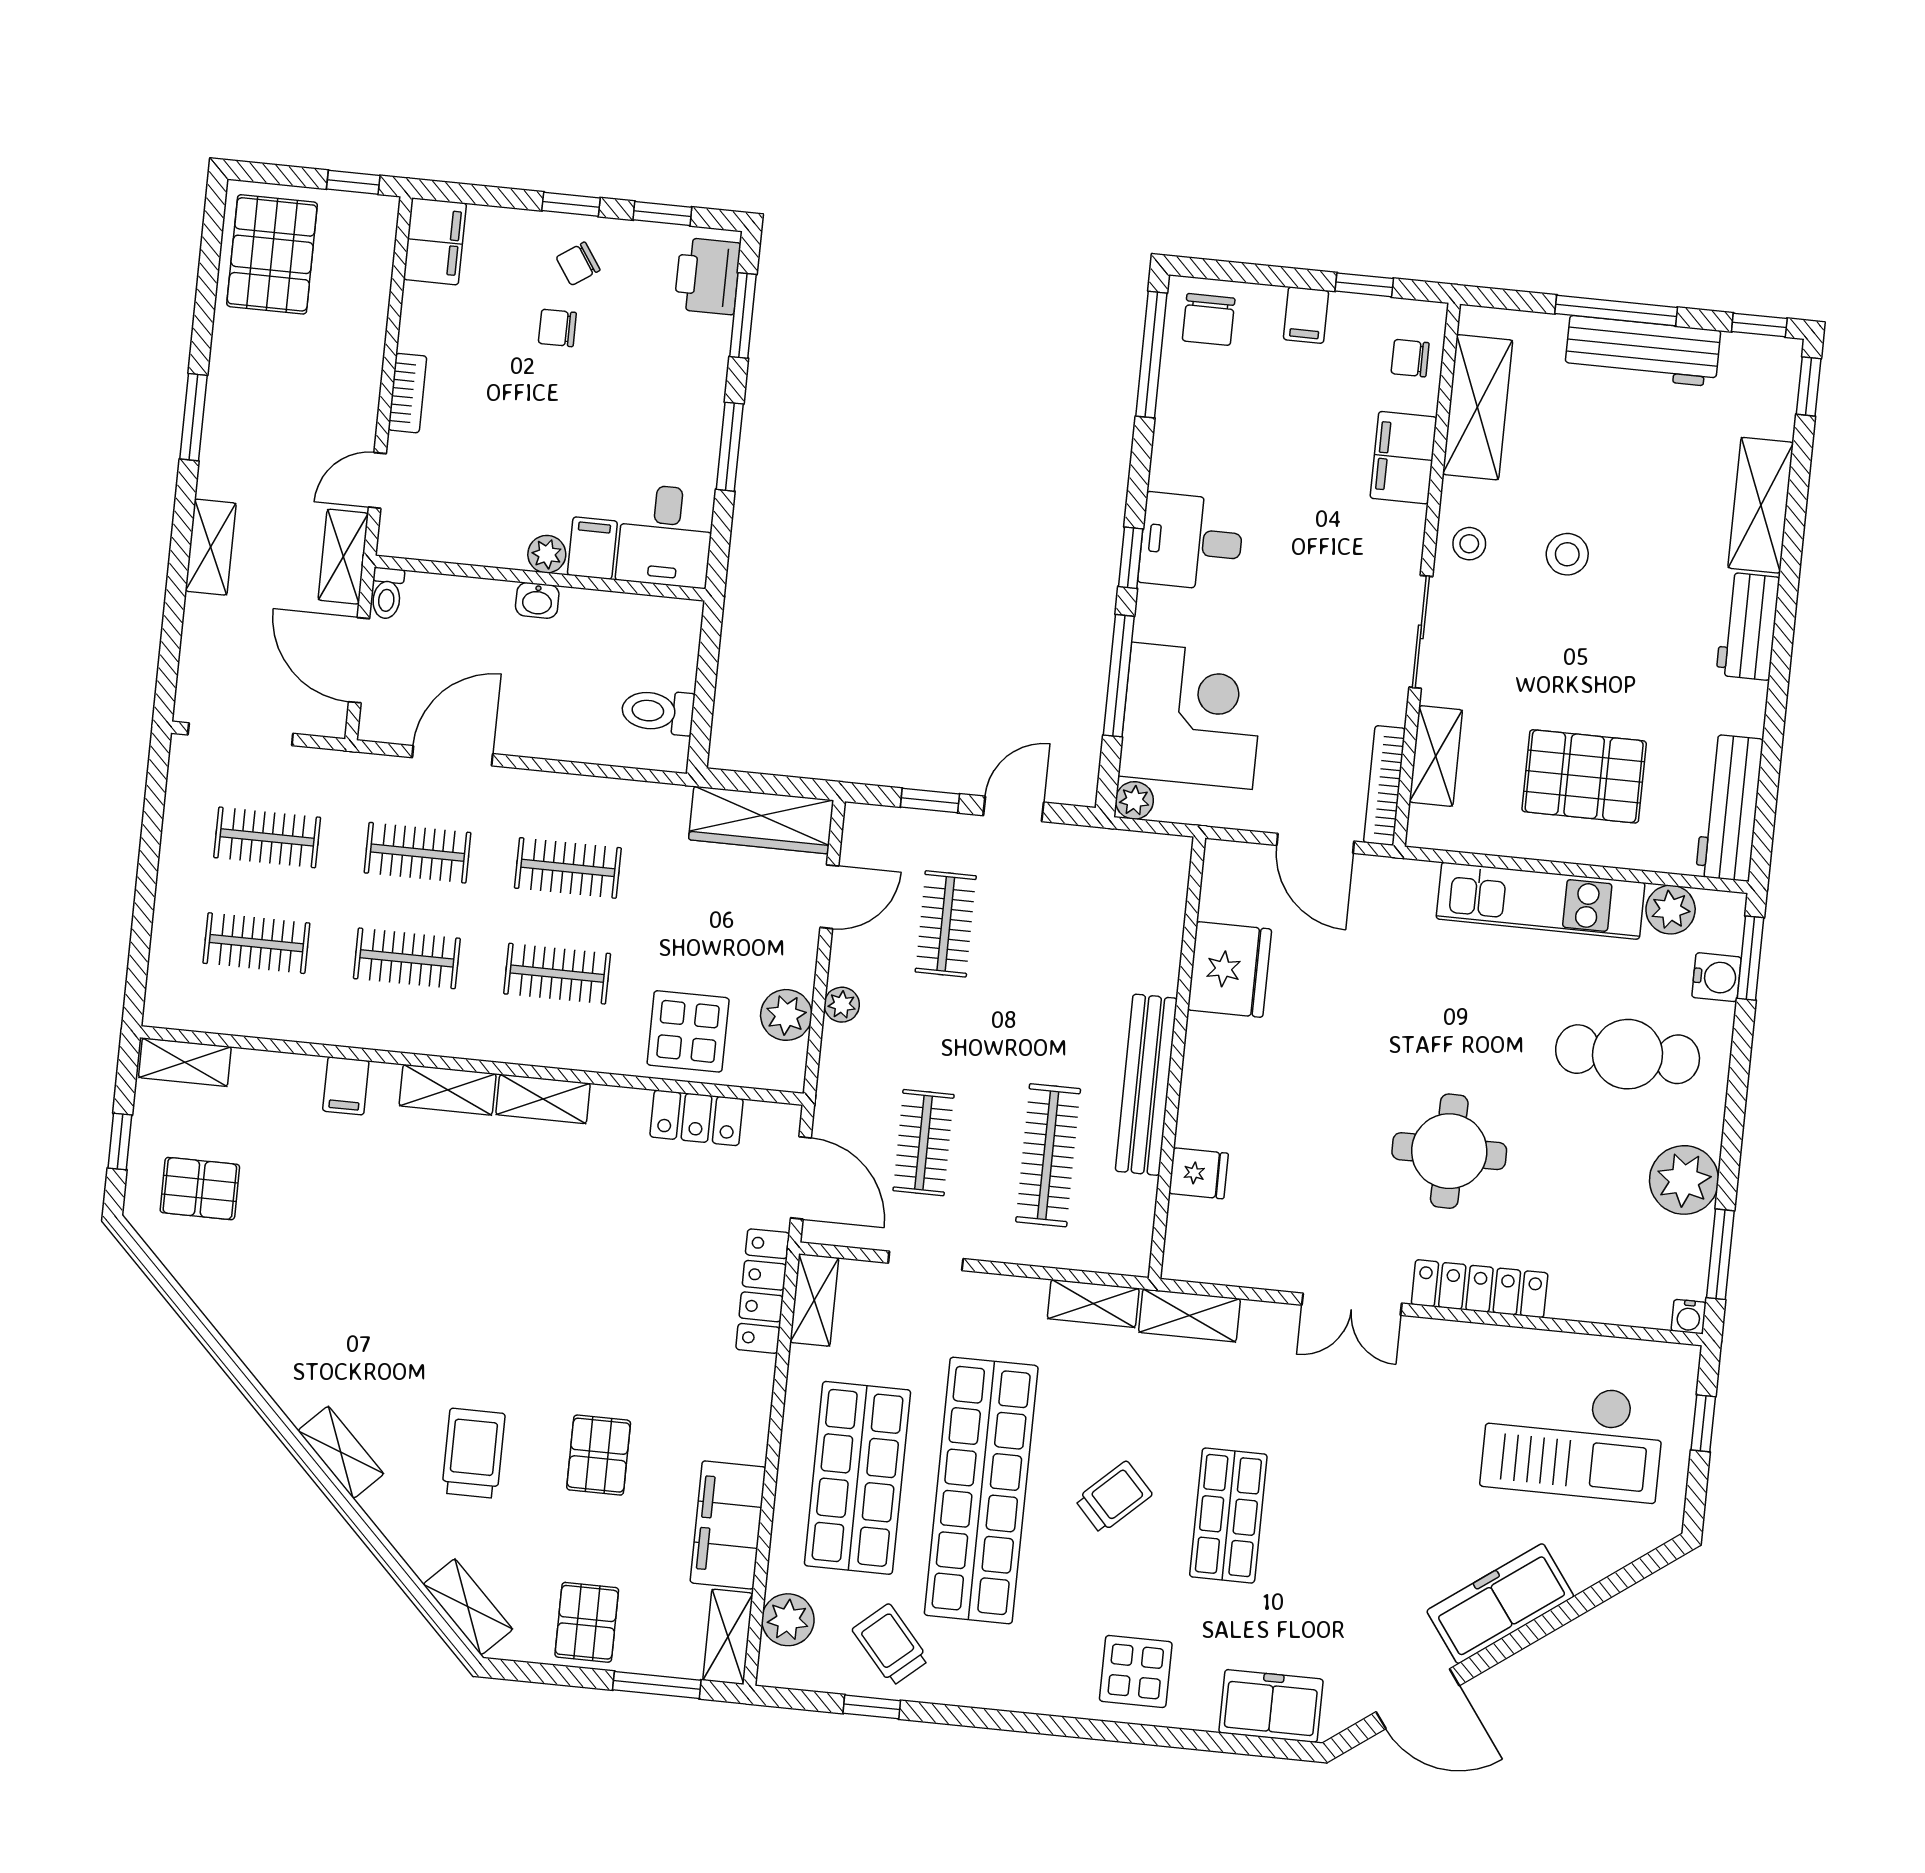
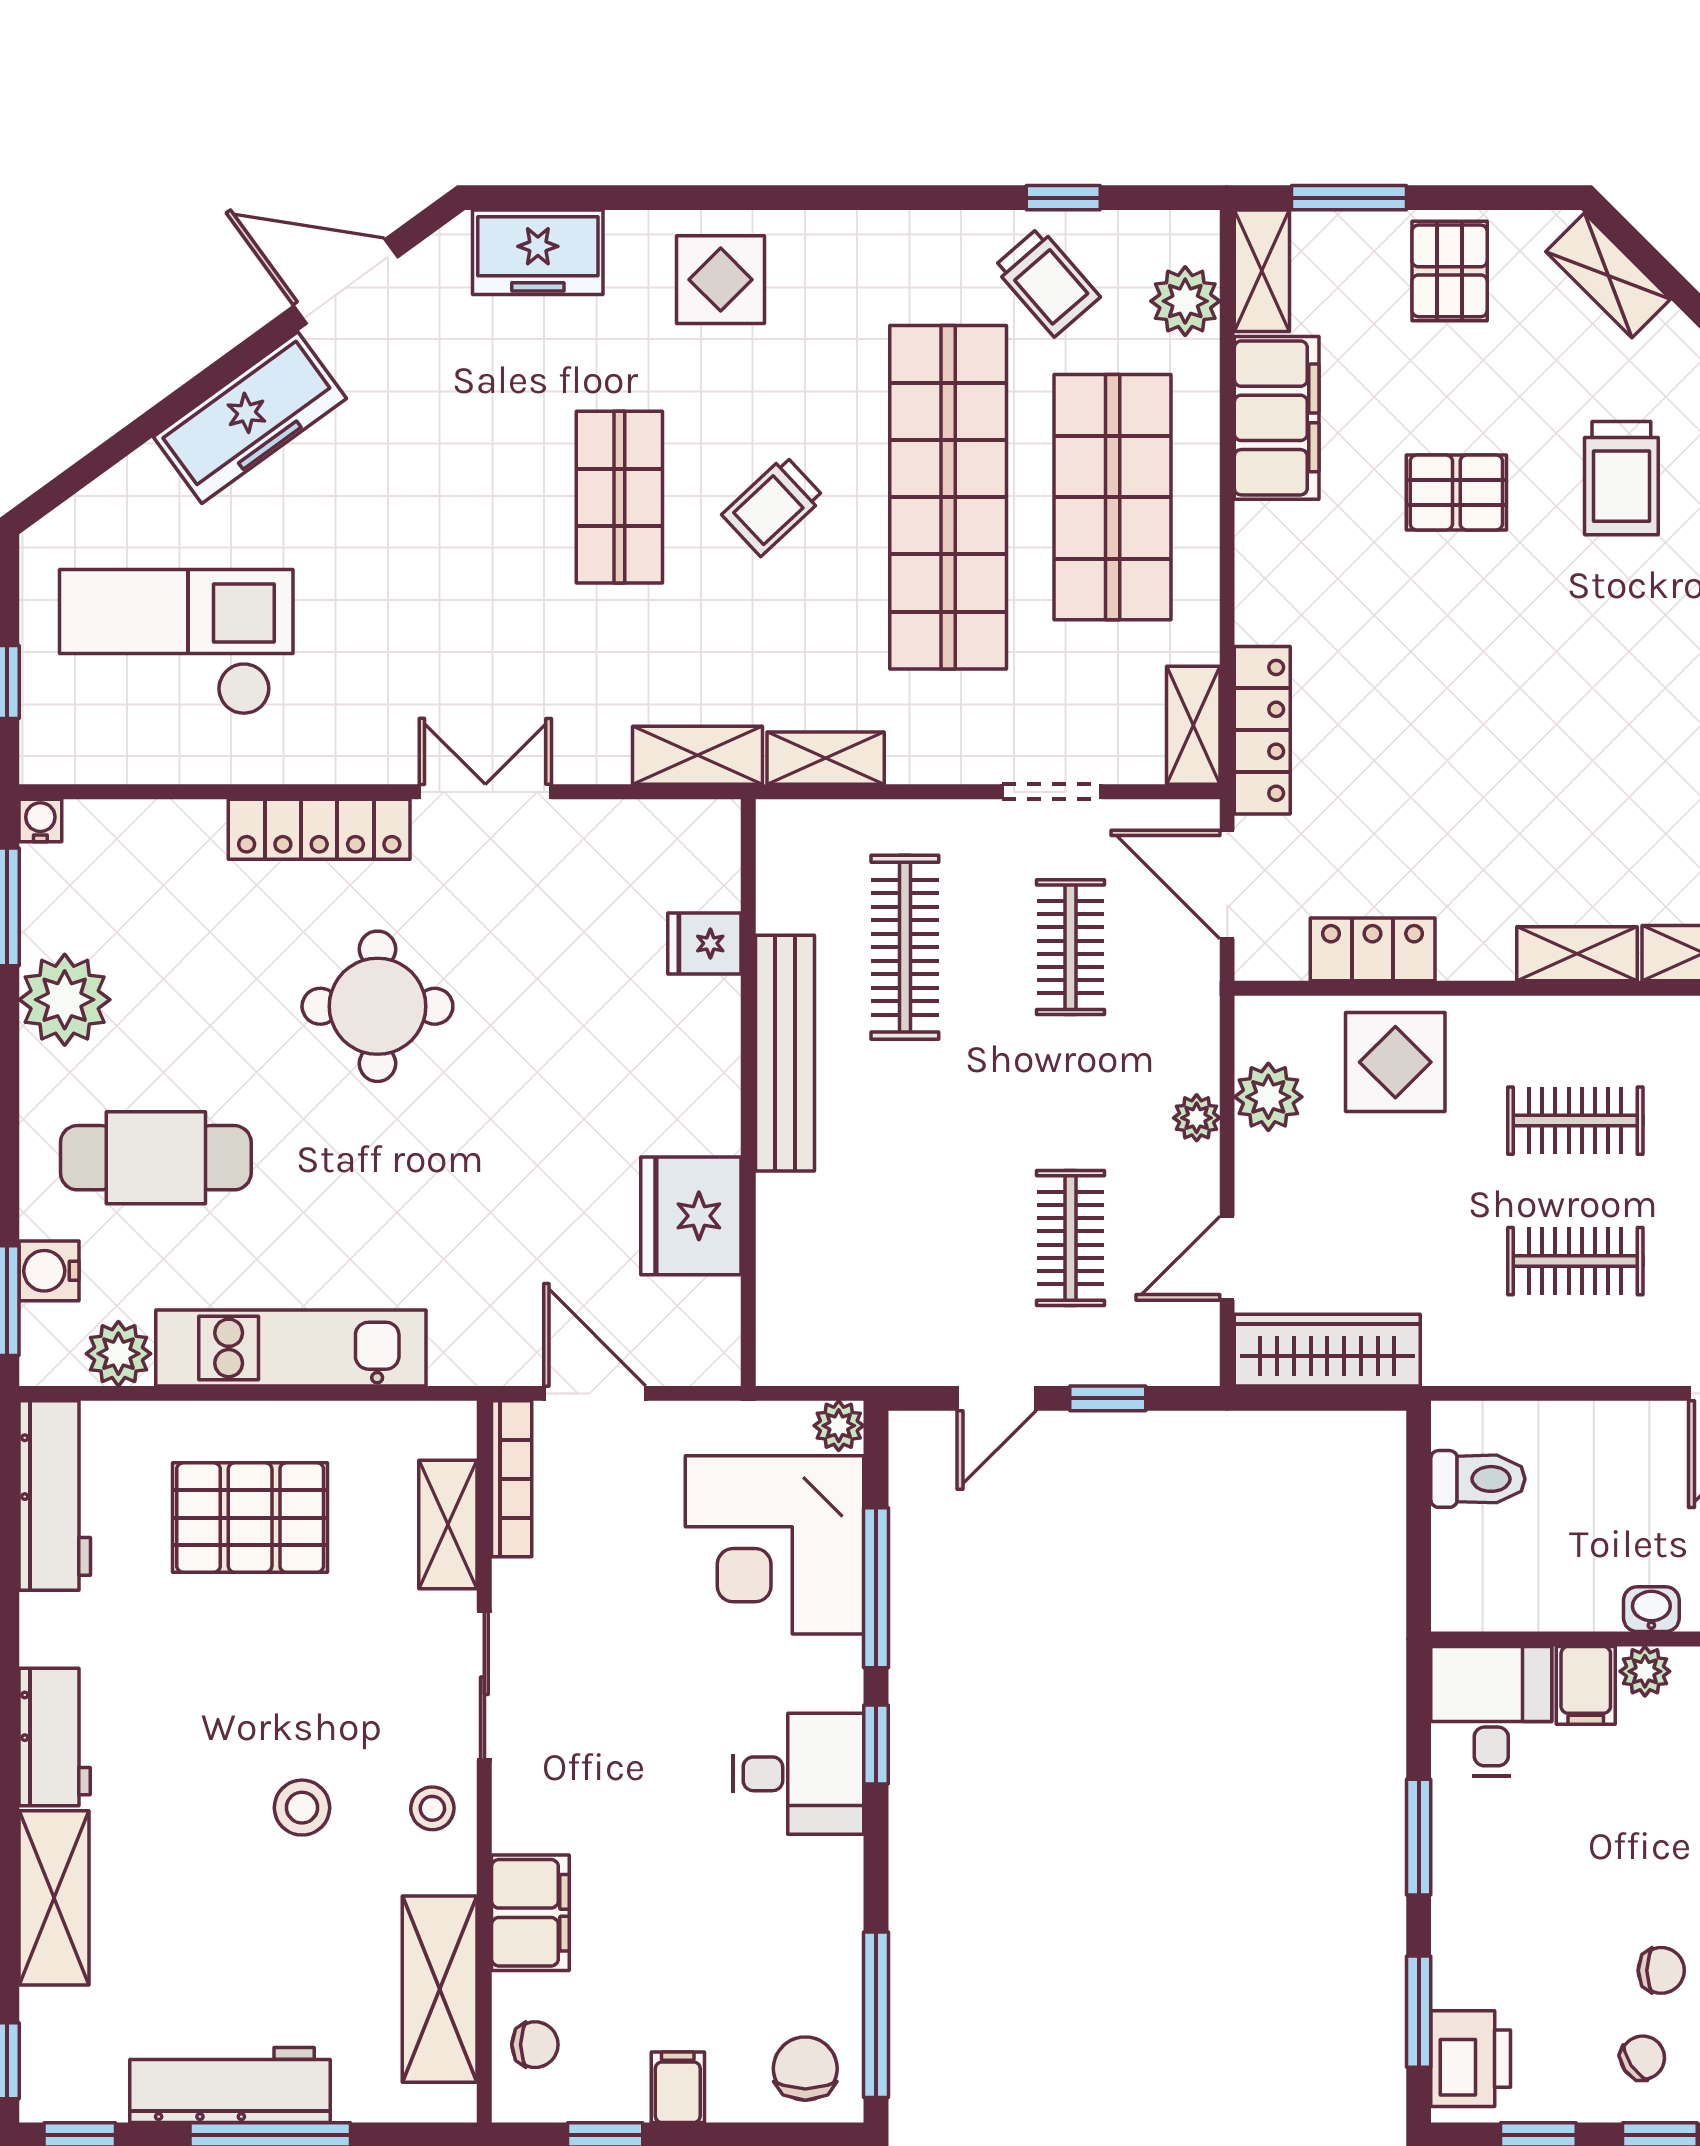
pallet: (599, 1455) -> (1456, 492), turned 90

